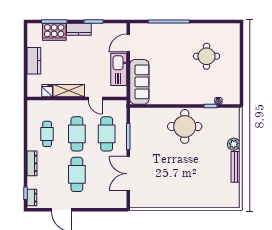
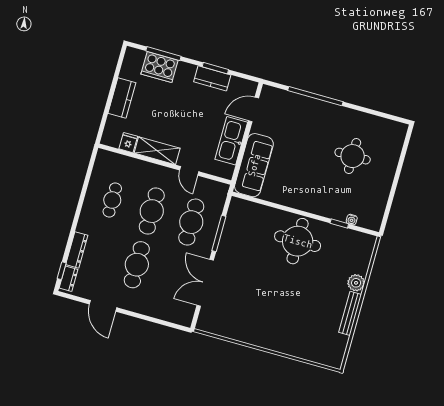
kitchen counter: (79, 29) -> (212, 78), moved
dresser: (32, 163) -> (77, 250), moved

